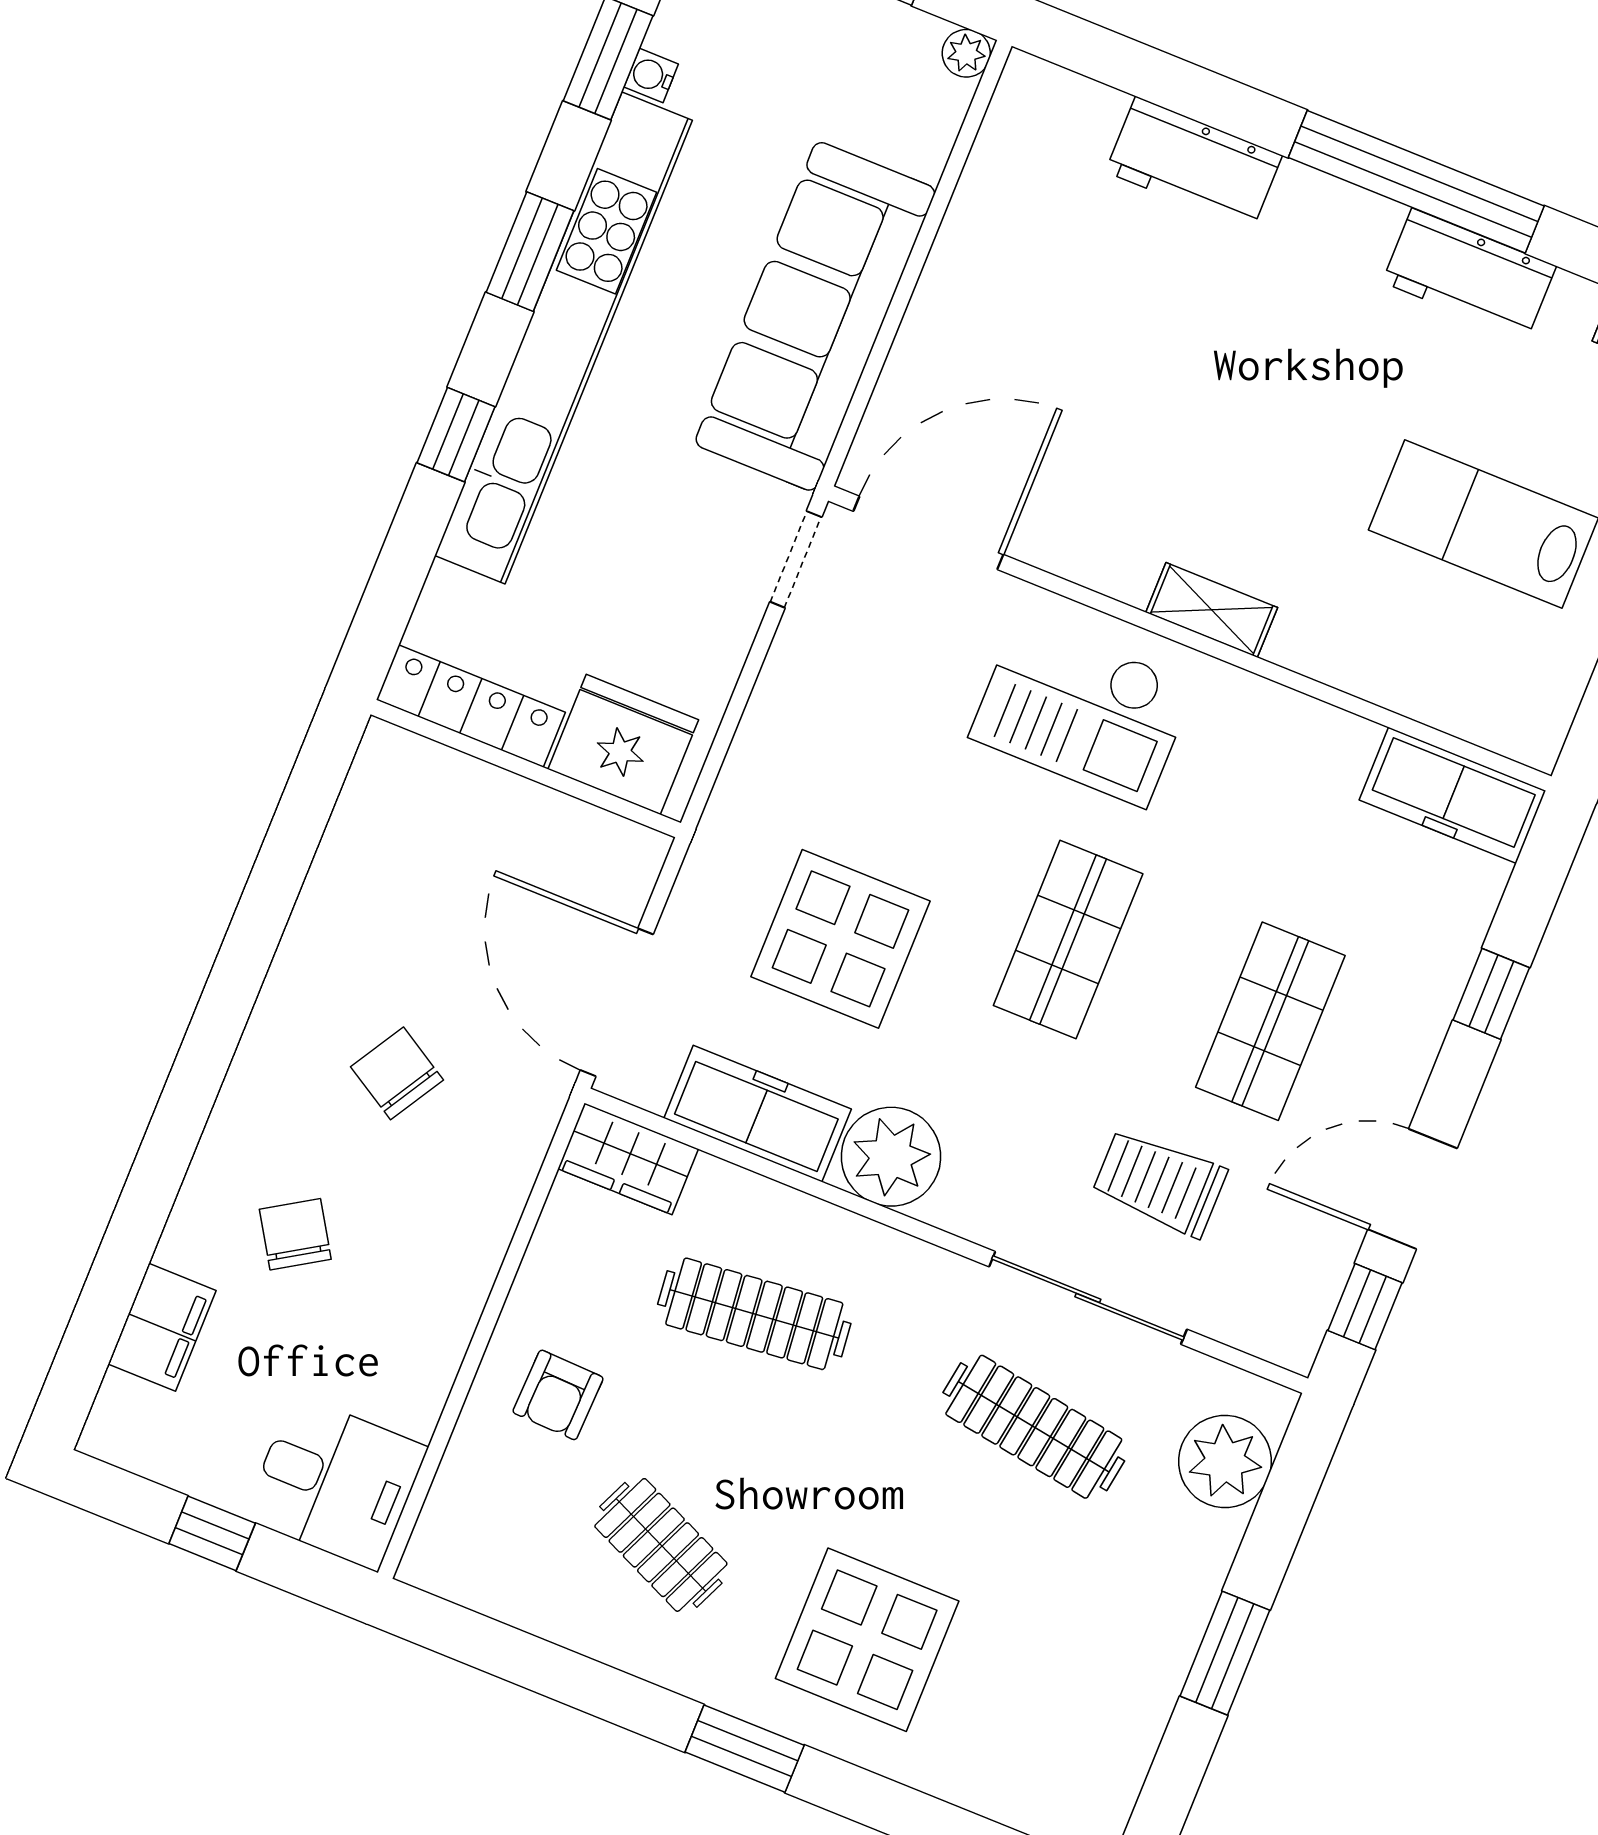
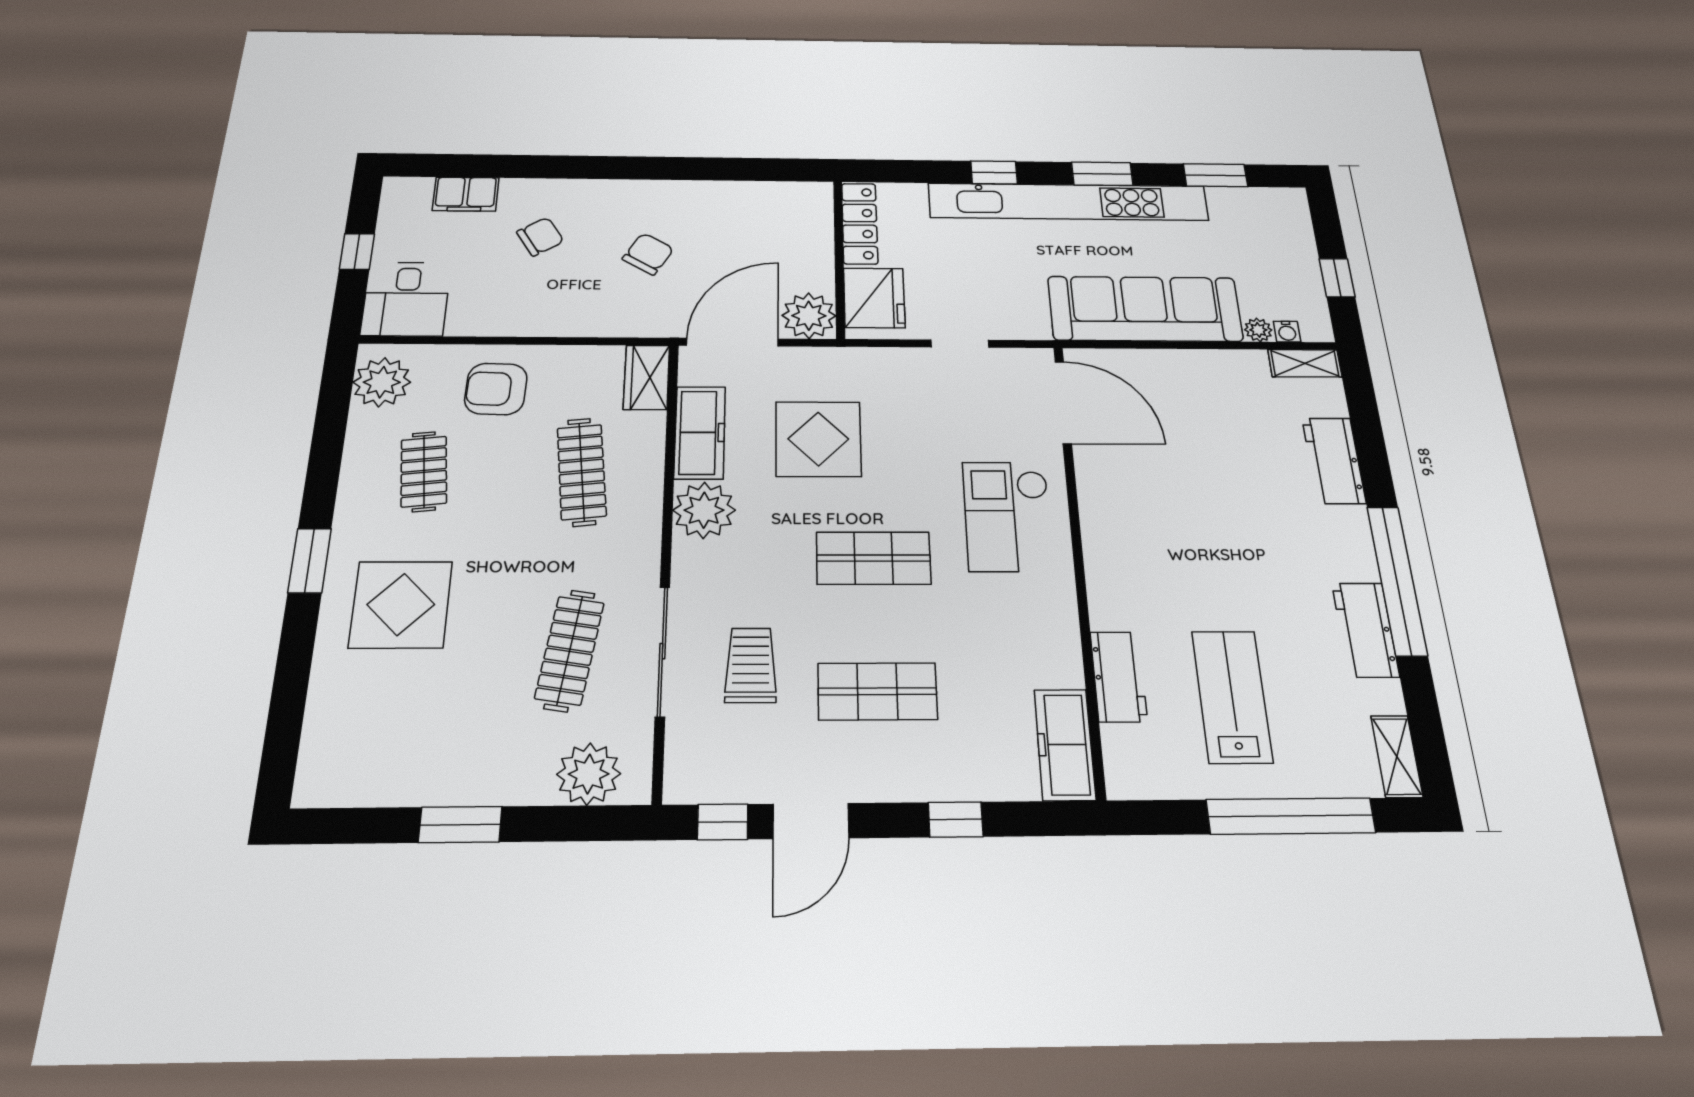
plant: (966, 53) -> (1258, 330), moved
water cooler: (651, 76) -> (1287, 332), moved, turned 180
doorway: (796, 559) -> (960, 344), moved
shelving: (1212, 610) -> (1305, 363), moved, turned 90
workbench: (1389, 671) -> (1119, 677), added
plant: (615, 863) -> (809, 316), added
door: (1412, 1189) -> (811, 821), swing flipped
armchair: (558, 1395) -> (496, 389), width x1.38, depth x1.38
clothes rail: (661, 1545) -> (424, 471), turned -30
plant: (478, 1563) -> (382, 382), added

